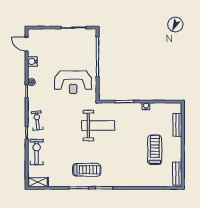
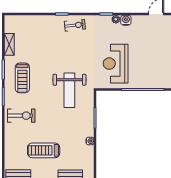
water cooler: (32, 61) -> (126, 20), moved
treadmill: (155, 150) -> (44, 150), turned 180
exercise bike: (37, 152) -> (21, 116), moved
shelving: (38, 182) -> (9, 44), moved

